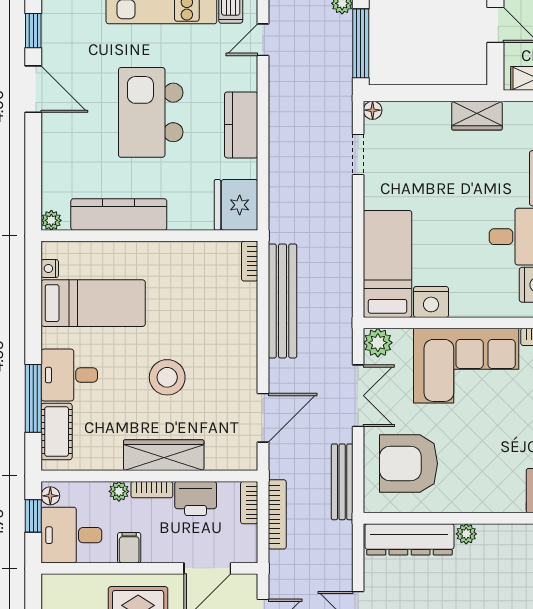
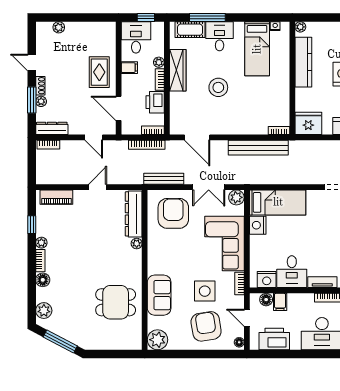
wardrobe: (164, 455) -> (178, 70), moved
floor lamp: (50, 496) -> (156, 26), removed

